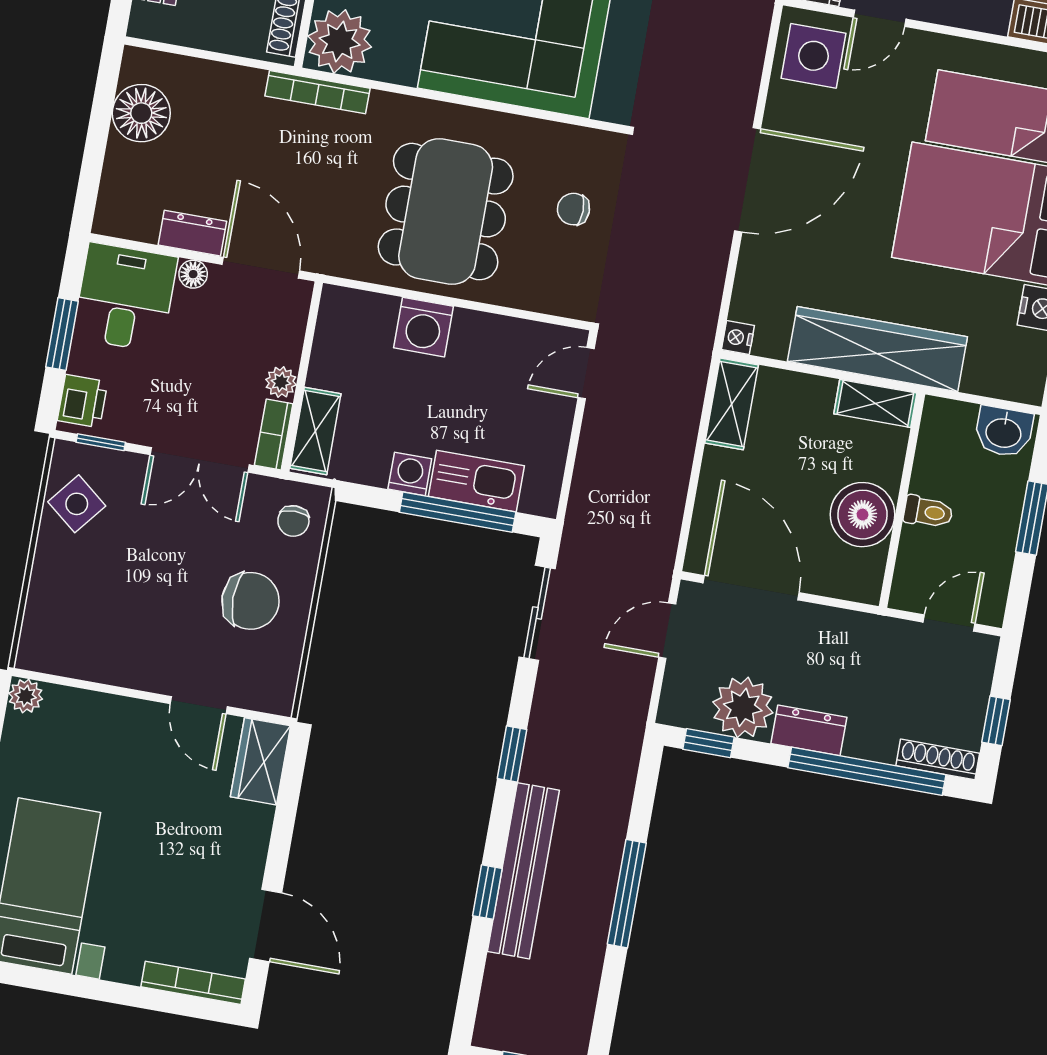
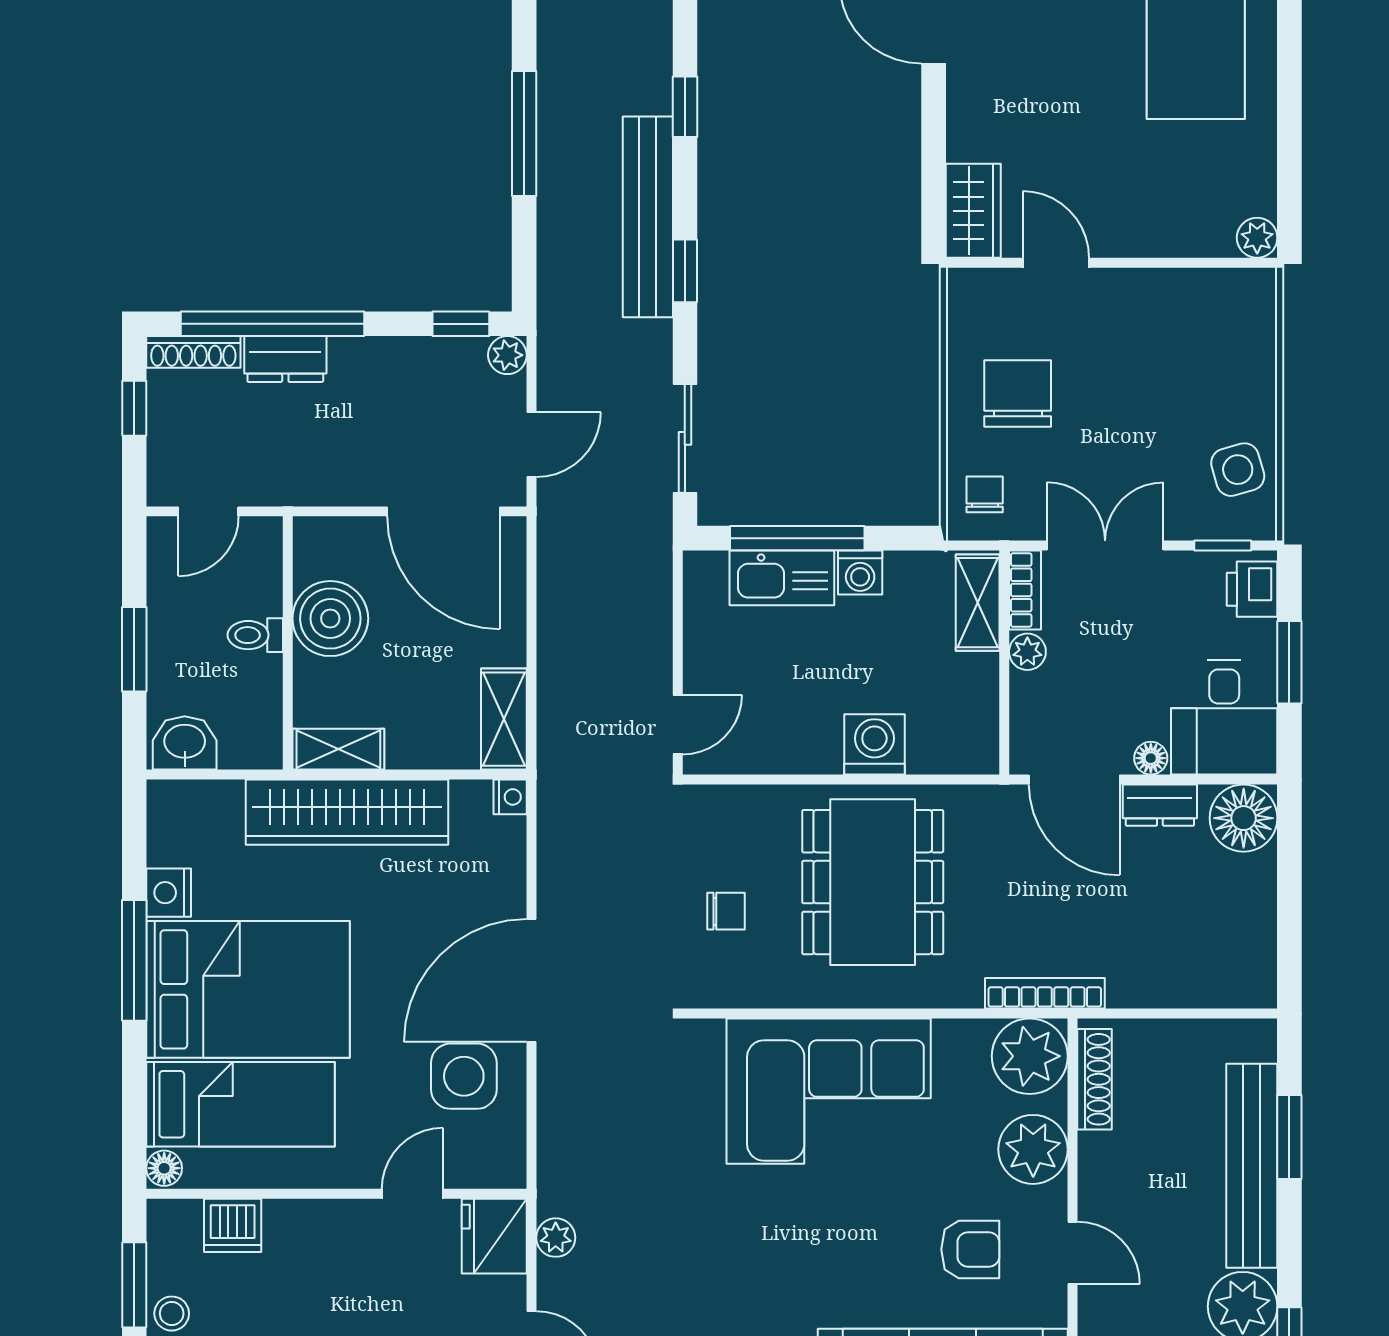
side table: (814, 56) -> (464, 1076), moved
floor lamp: (141, 113) -> (1244, 818), moved
side table: (77, 504) -> (1238, 470), turned 35
chair: (251, 601) -> (1018, 394), turned 90
plant: (743, 707) -> (507, 355), moved, width x0.53, depth x0.53
dresser: (809, 730) -> (285, 359), moved
bench: (523, 871) -> (648, 217), moved

